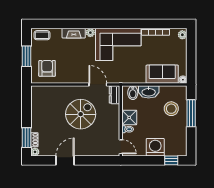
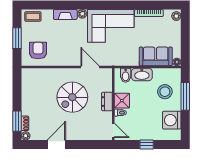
dresser: (115, 95) -> (107, 102), moved
spiral stairs: (81, 114) -> (72, 97), turned 180
washing machine: (155, 147) -> (172, 120), moved, turned -90
window: (171, 160) -> (147, 144), moved

